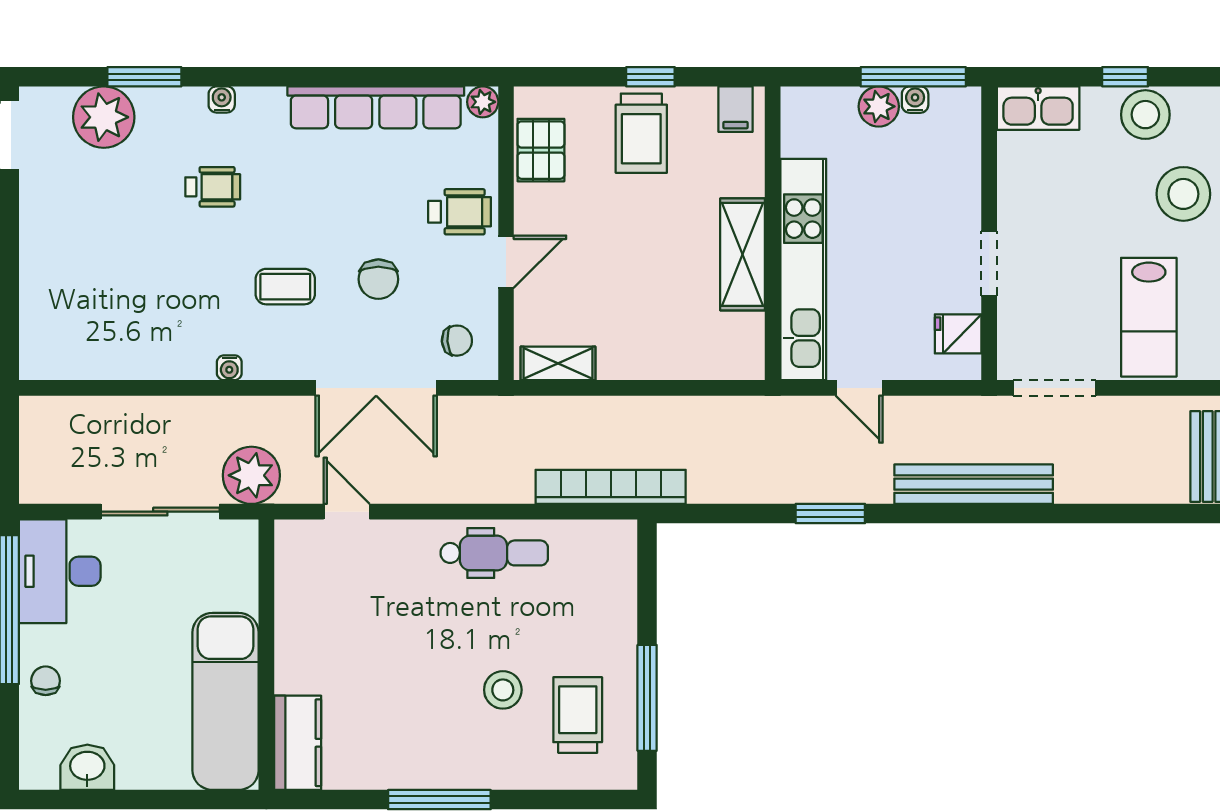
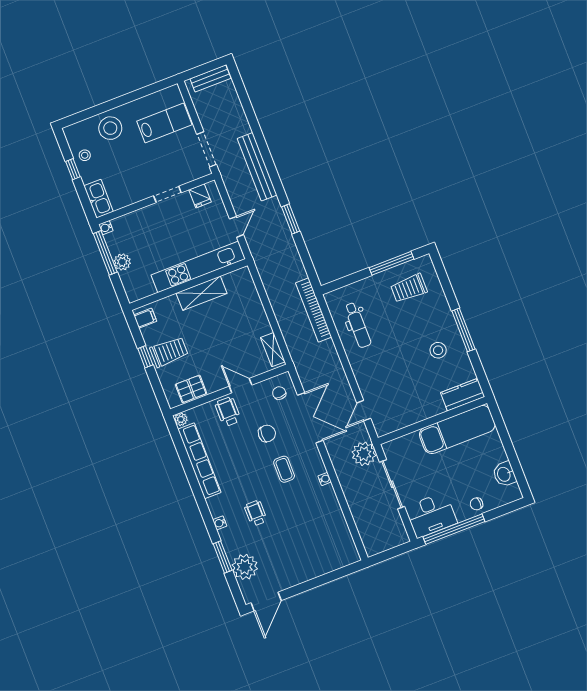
water cooler: (915, 100) -> (106, 228), moved
stool: (1145, 115) -> (85, 155), width x0.53, depth x0.53
dental chair: (494, 553) -> (358, 325), moved, turned 180
stool: (503, 690) -> (438, 350), moved

